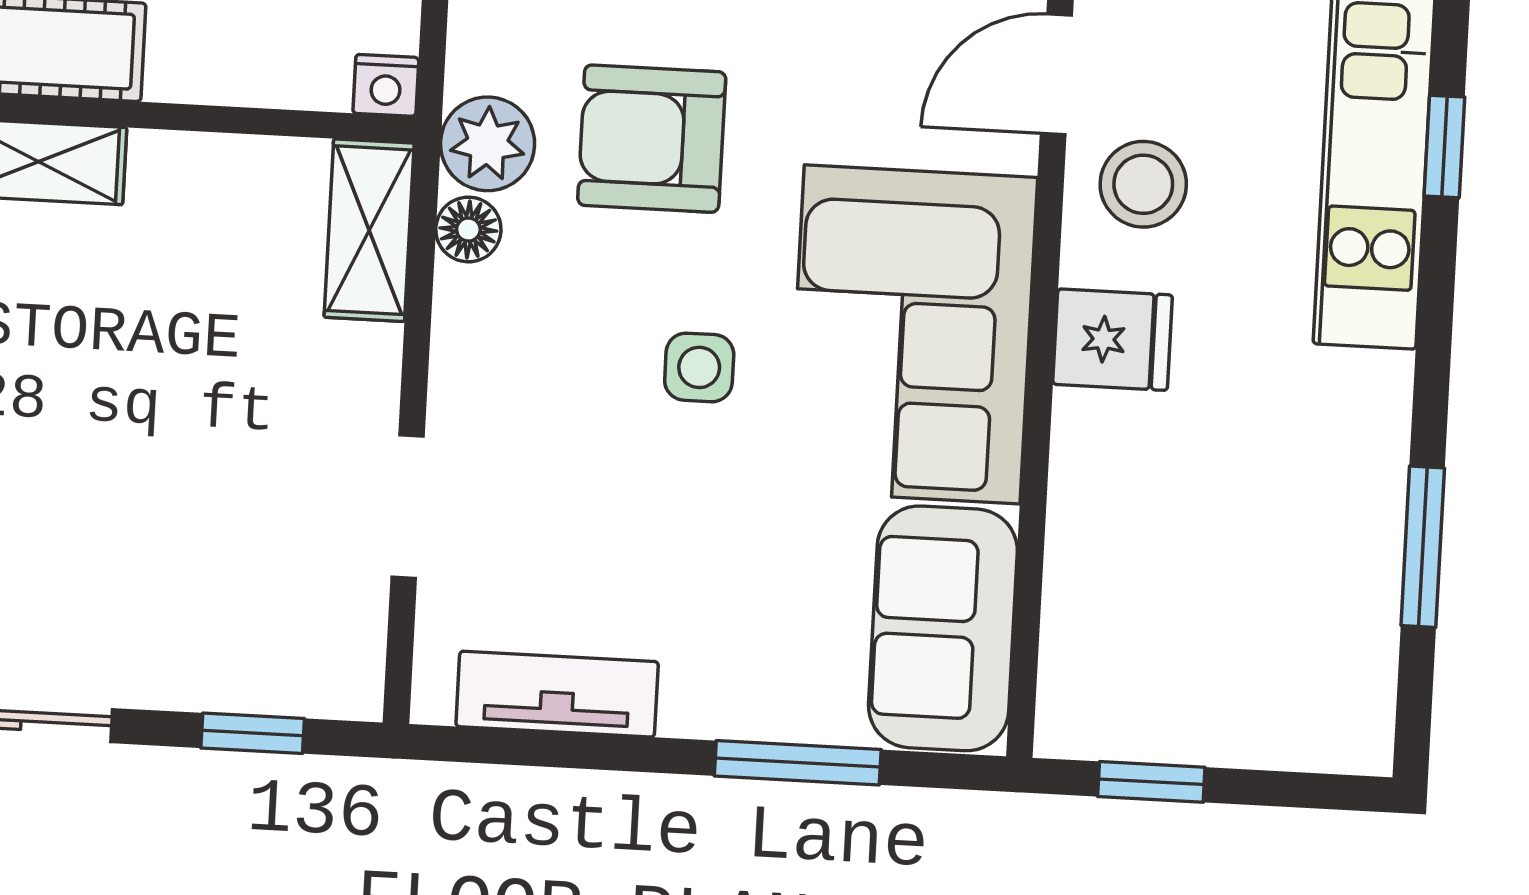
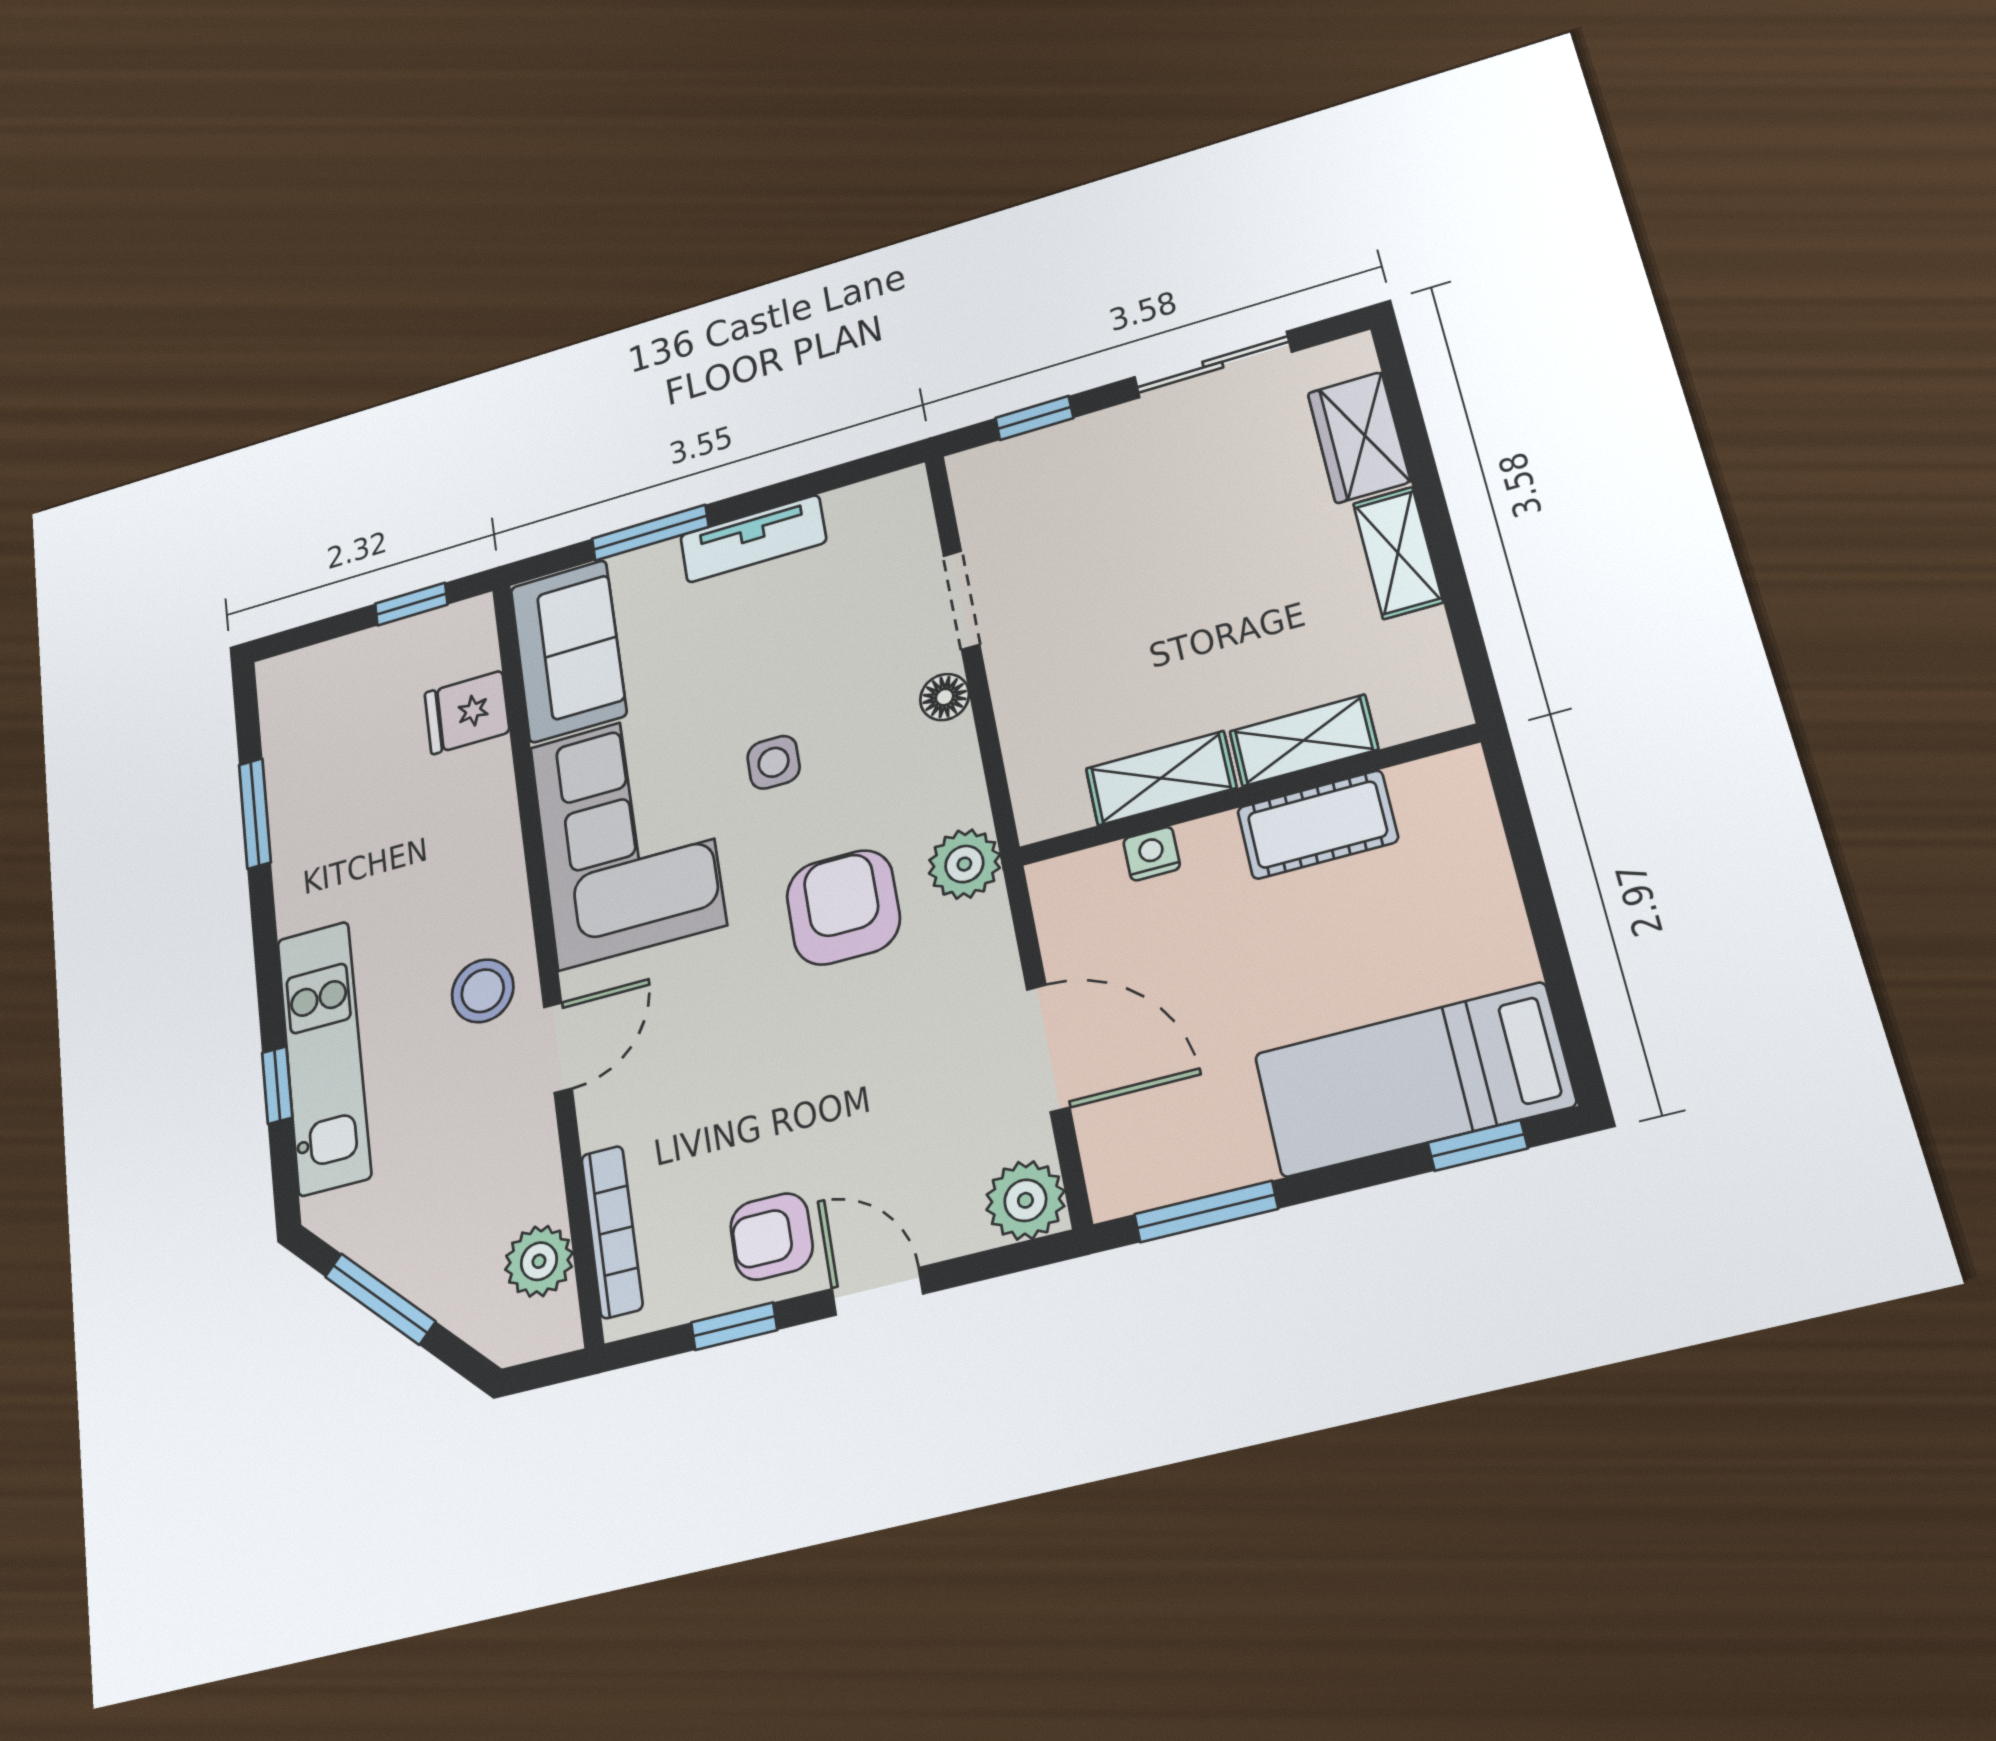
nightstand: (386, 85) -> (1152, 854), moved
armchair: (652, 139) -> (843, 907), turned -90
floor lamp: (468, 229) -> (945, 697), moved
shelving: (369, 230) -> (1161, 778), moved, turned 90
fridge: (1113, 340) -> (467, 712), moved
tv unit: (557, 694) -> (753, 539), moved

